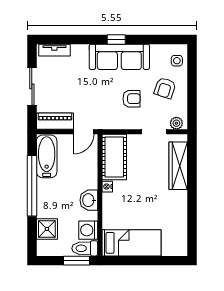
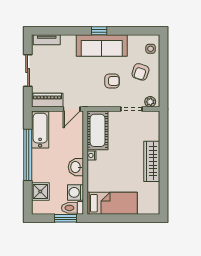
wardrobe: (178, 166) -> (152, 161), moved

